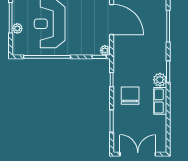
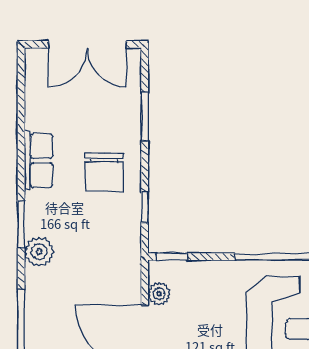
plant: (105, 50) -> (159, 294), moved
plant: (160, 80) -> (39, 252), moved

